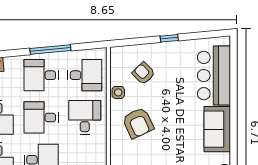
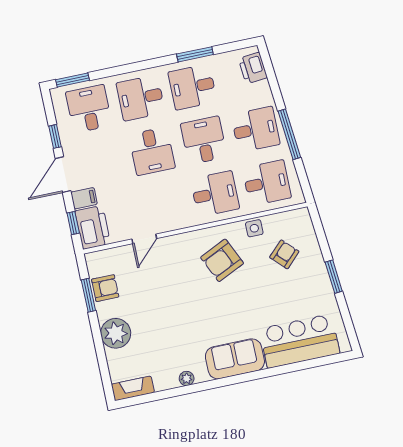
window: (169, 38) -> (334, 277), width x1.50
desk: (41, 75) -> (256, 129), turned 90
desk: (85, 75) -> (267, 183), turned -90

